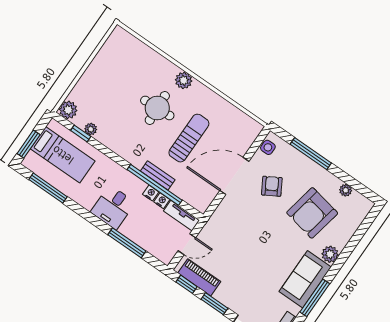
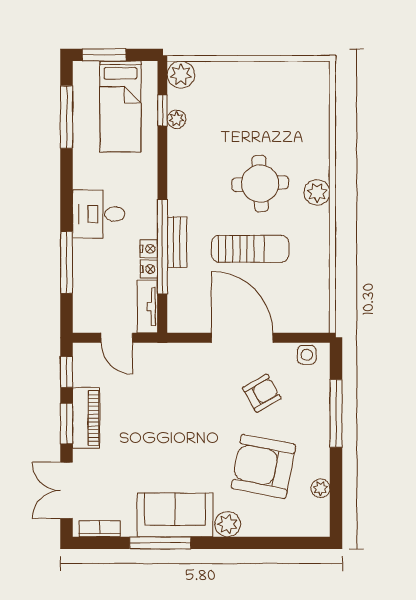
piano: (199, 277) -> (86, 418), moved

